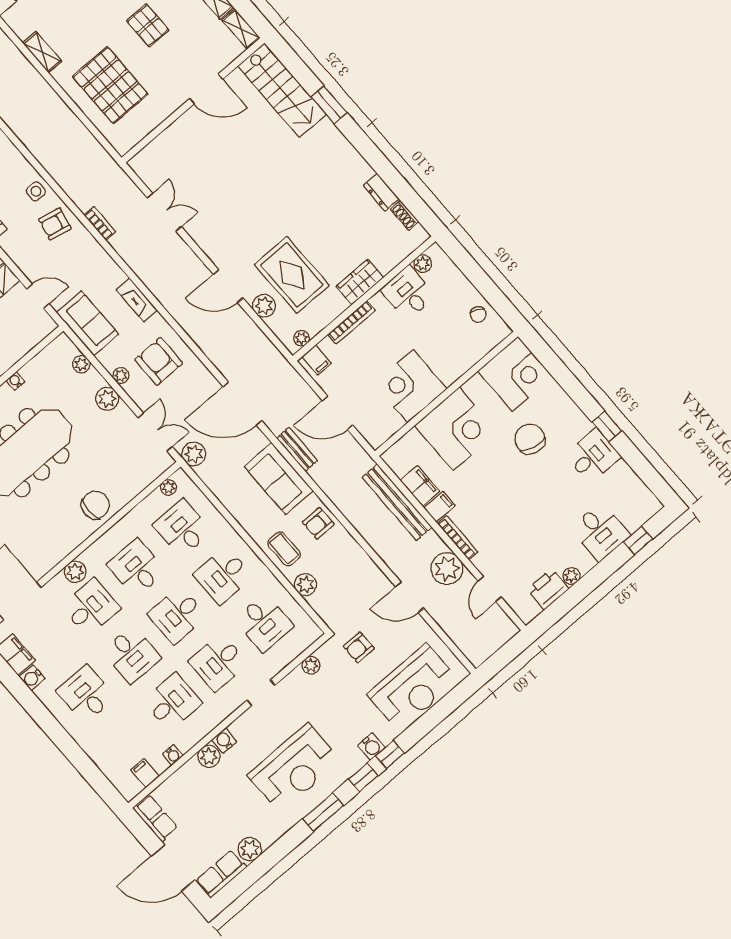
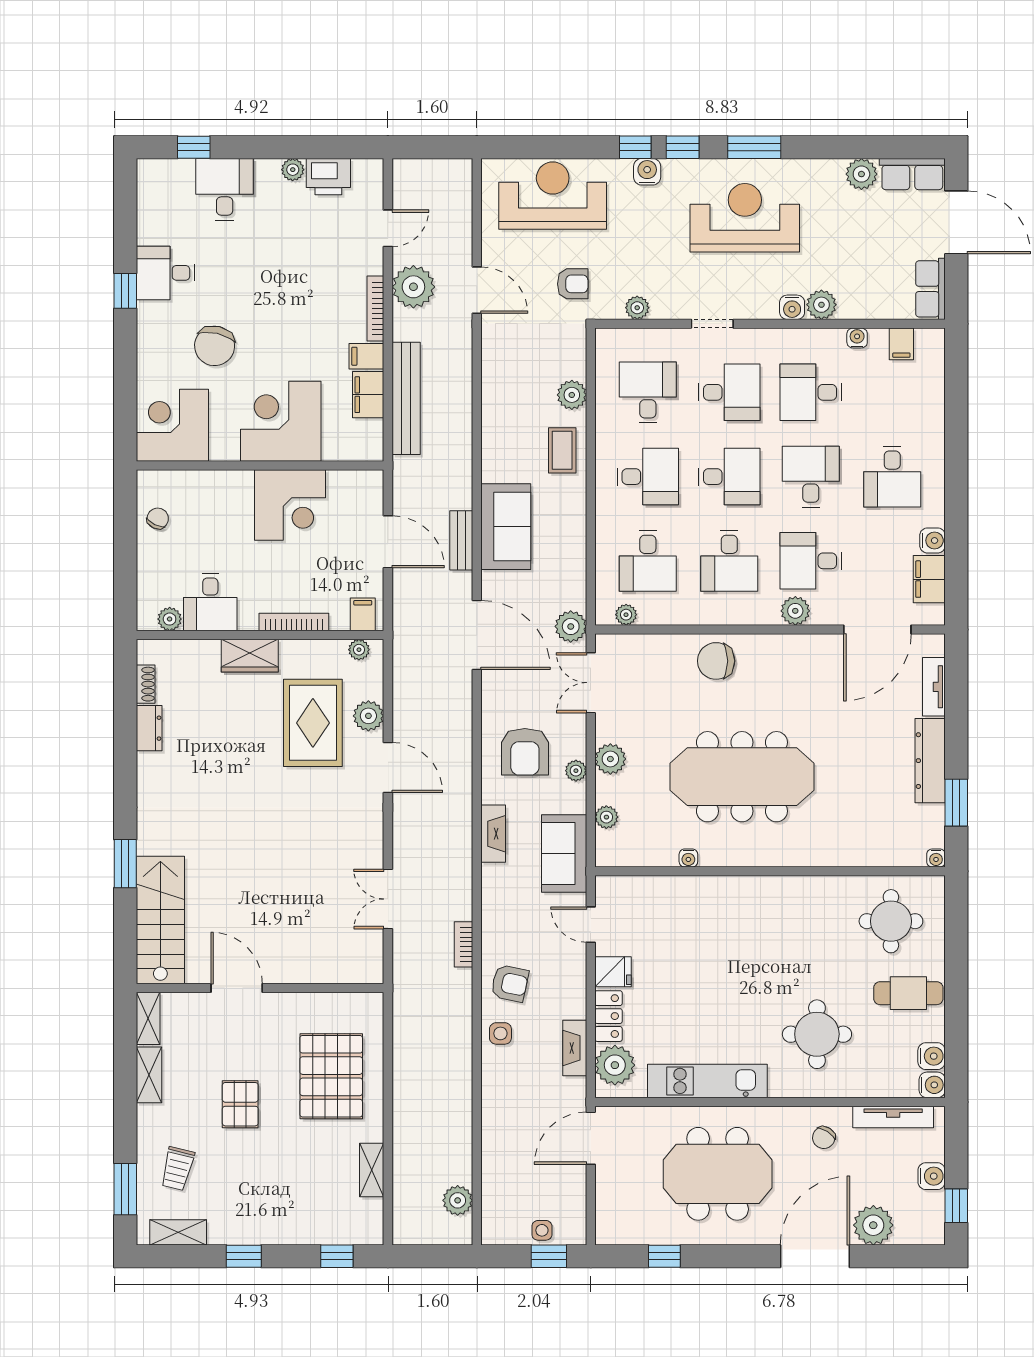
armchair: (318, 523) -> (505, 446), removed

